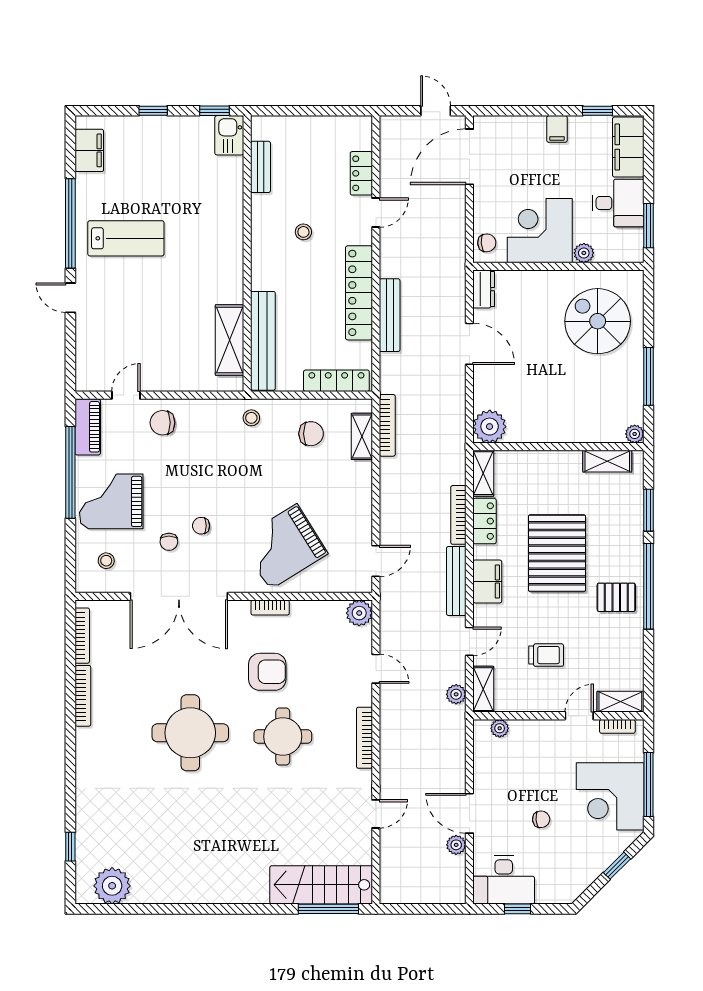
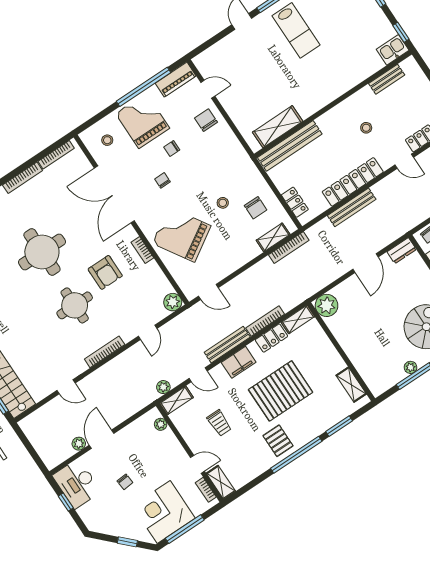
locker: (336, 381) -> (295, 202), width x0.66
stool: (251, 418) -> (223, 203), moved
plant: (635, 434) -> (410, 367), moved
chair: (169, 542) -> (172, 148), moved

